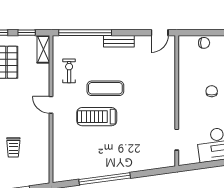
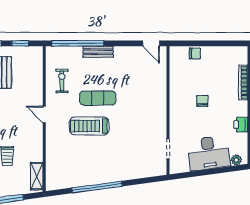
door: (160, 33) -> (151, 43), hinge flipped
bench: (119, 41) -> (98, 52), moved
shelving: (43, 49) -> (37, 176), moved

